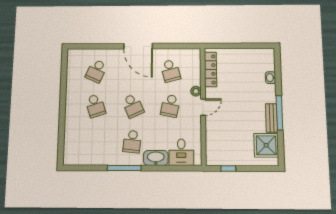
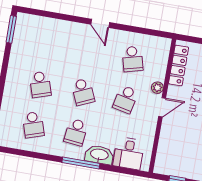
door: (138, 46) -> (100, 23), width x0.53
window: (64, 64) -> (11, 29), added
school desk: (96, 71) -> (33, 125), moved, turned -42
window: (124, 168) -> (81, 163), moved

